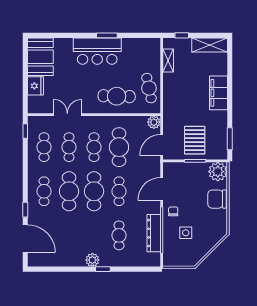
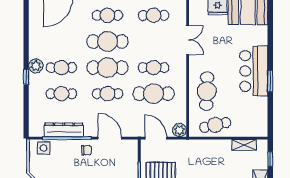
cafe table: (69, 147) -> (61, 68), moved
side table: (186, 233) -> (44, 148), moved

